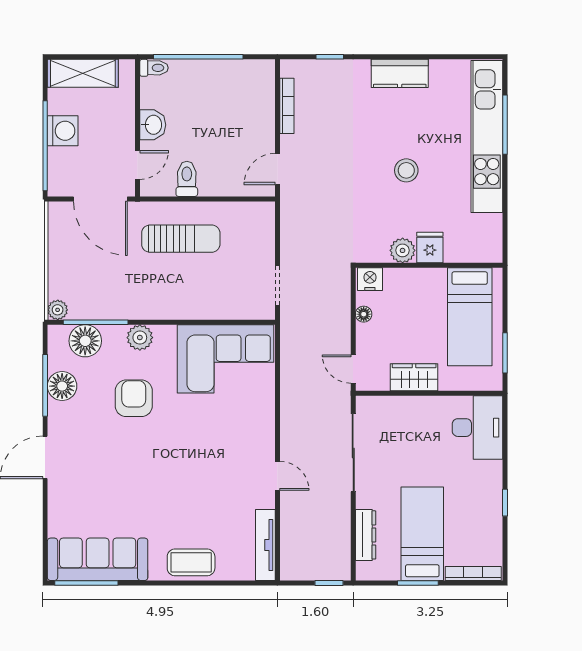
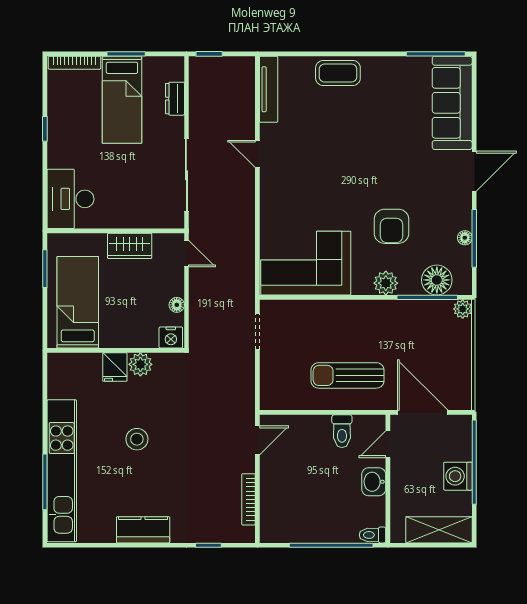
floor lamp: (62, 386) -> (465, 238), width x0.53, depth x0.53
dresser: (366, 535) -> (175, 99), width x0.70
sofa: (98, 559) -> (452, 103), moved, turned 90

